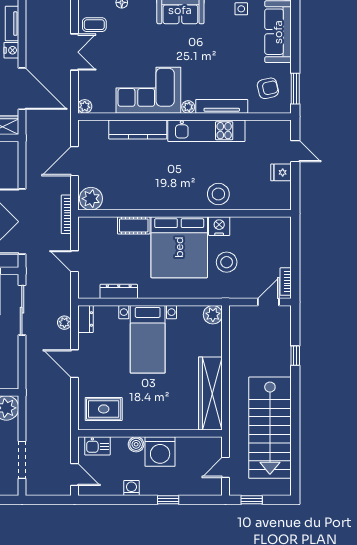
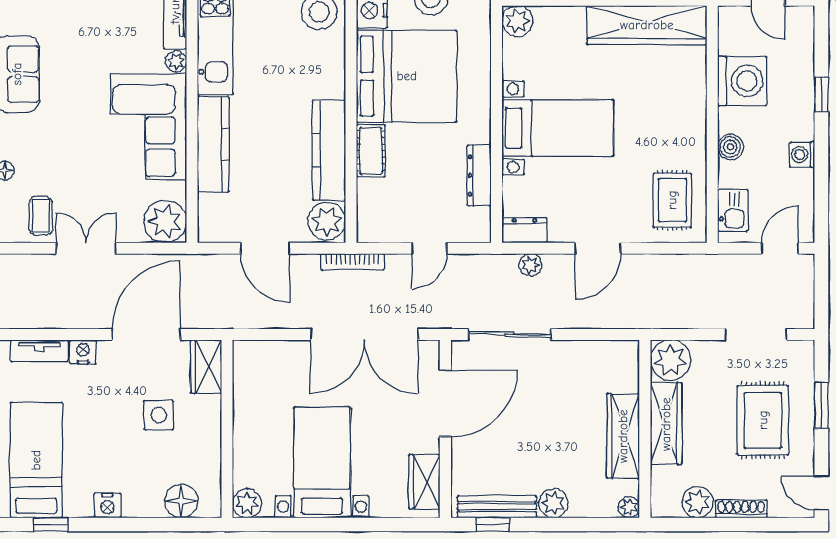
plant: (85, 106) -> (165, 221), width x1.87, depth x1.87
kitchen counter: (134, 200) -> (329, 150), added
washing machine: (160, 452) -> (742, 81), moved

